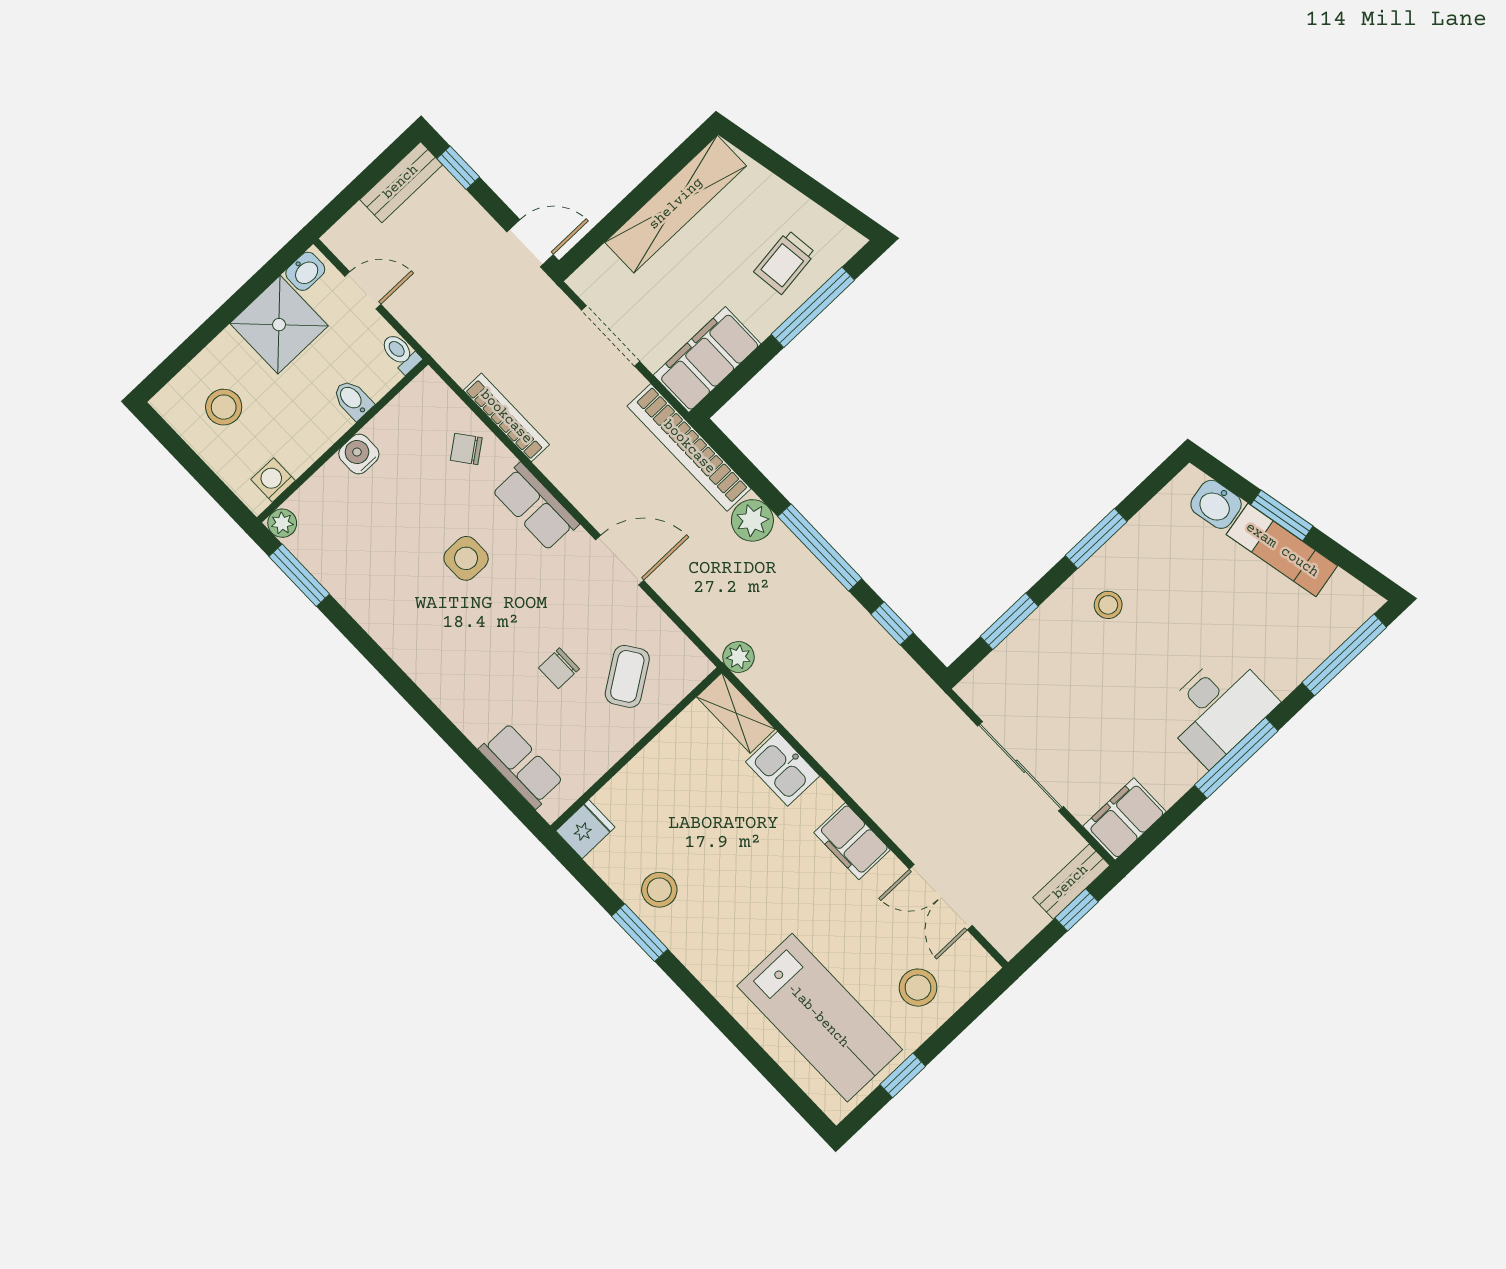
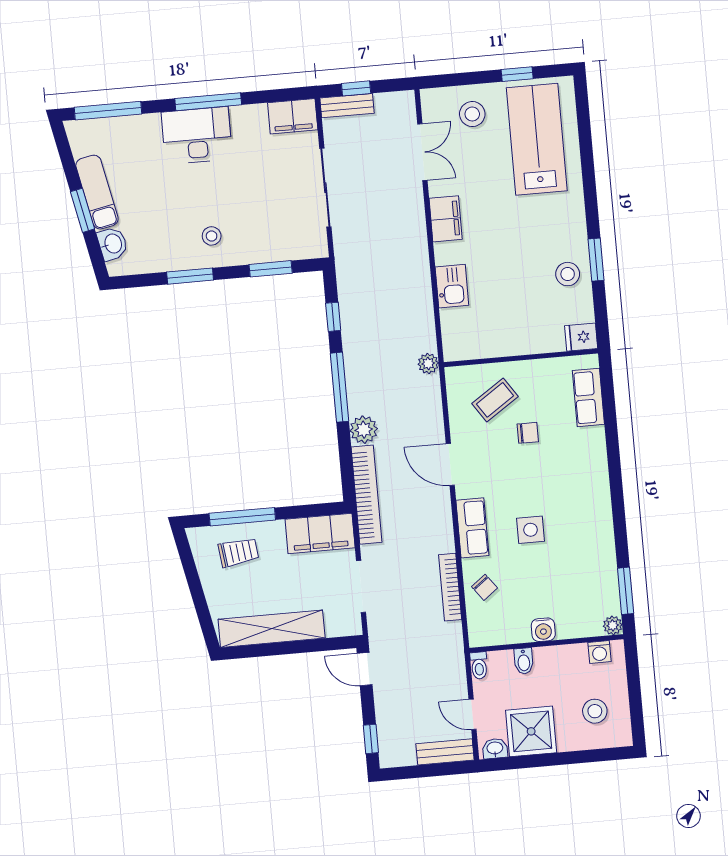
bench: (401, 182) -> (445, 752), moved
shelving: (736, 713) -> (453, 335), removed

